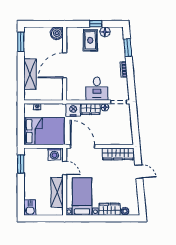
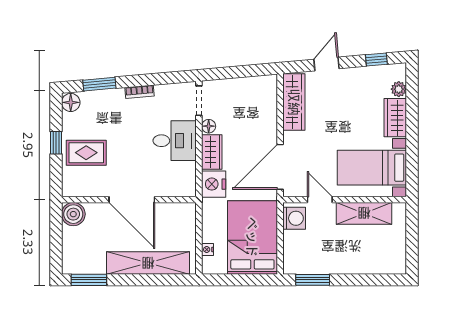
floor lamp: (105, 32) -> (71, 102), moved
shelving: (30, 74) -> (148, 263), width x1.47
door: (65, 168) -> (320, 200), hinge flipped
window: (141, 199) -> (376, 60), added
kitchen sink: (30, 207) -> (392, 264), removed

